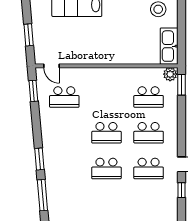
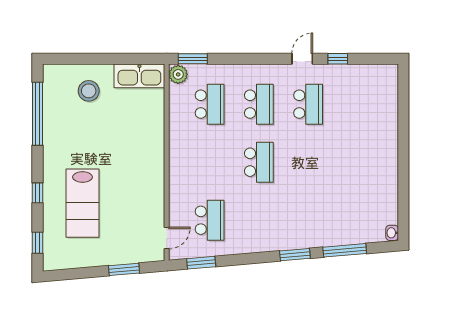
school desk: (106, 169) -> (308, 162), removed

